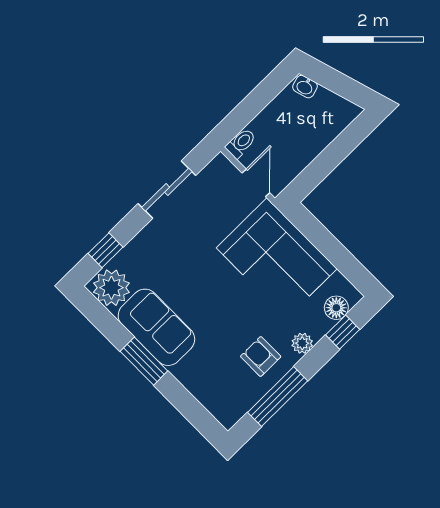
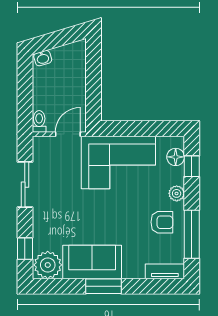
door: (256, 183) -> (68, 134), hinge flipped
armchair: (261, 356) -> (162, 222), turned 180
tv unit: (217, 406) -> (165, 271), added

